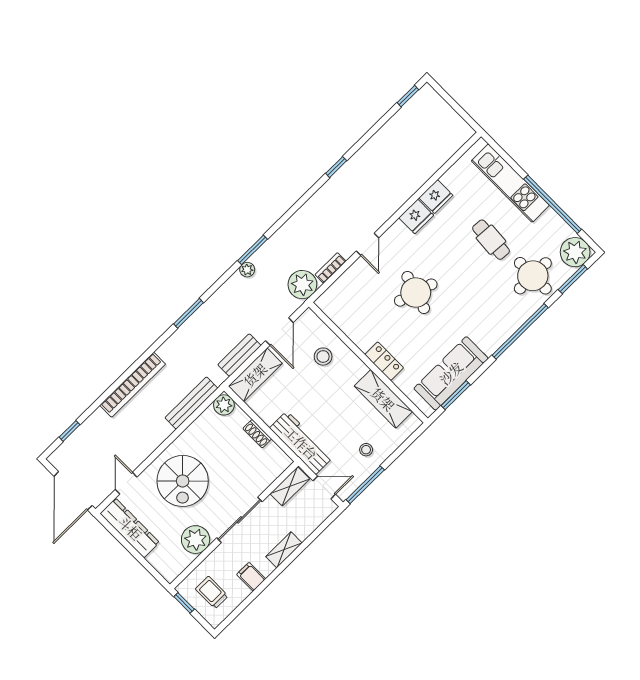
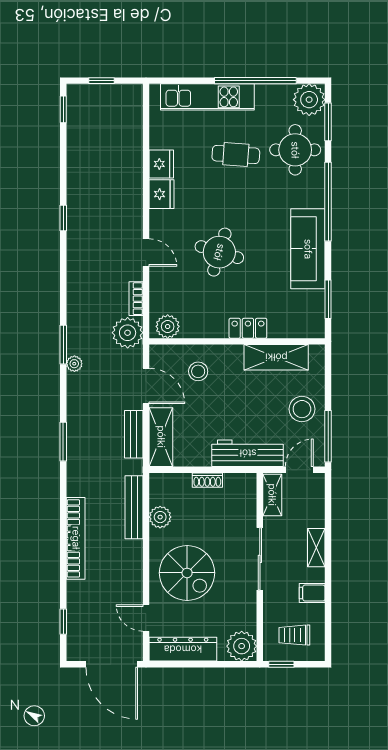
window: (452, 103) -> (101, 81), added
plant: (333, 307) -> (168, 326), added
sofa: (451, 373) -> (308, 249), moved
plant: (224, 405) -> (160, 517), moved
stool: (366, 450) -> (302, 409), width x1.89, depth x1.89
plant: (196, 540) -> (242, 646), moved

